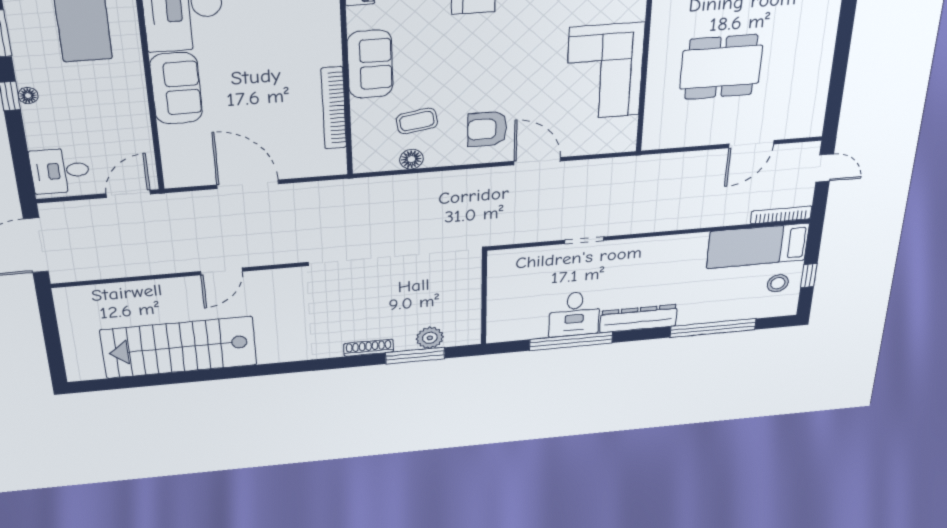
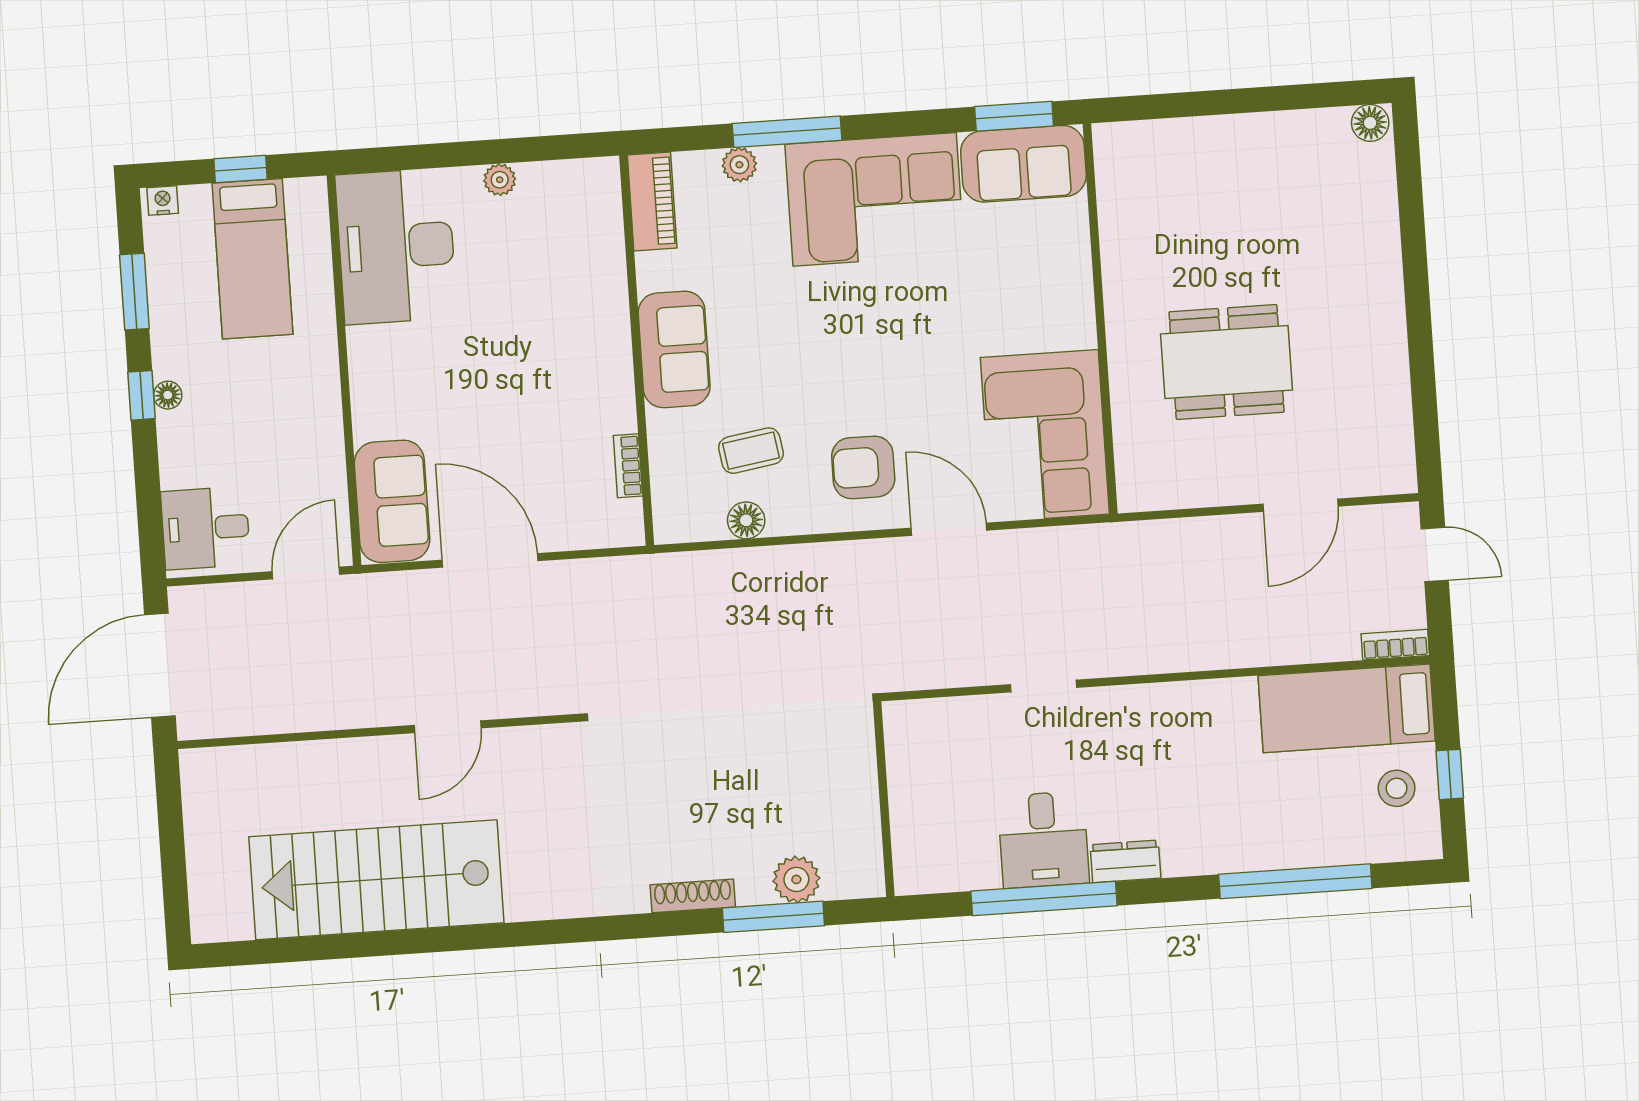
corner sofa: (605, 72) -> (1045, 436), moved
sofa: (176, 88) -> (392, 501), moved
bookcase: (334, 108) -> (628, 466), width x0.43, depth x0.76
bookcase: (781, 215) -> (1395, 645), width x0.64
dresser: (638, 319) -> (1125, 861), width x0.51, depth x0.80

